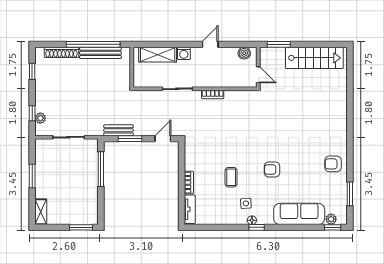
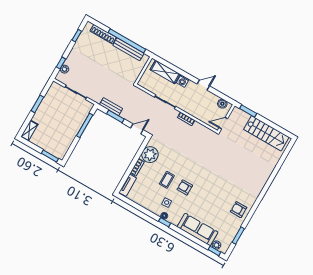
door: (258, 75) -> (223, 123), swing flipped
plant: (195, 159) -> (150, 155), added
armchair: (272, 169) -> (185, 187), moved

